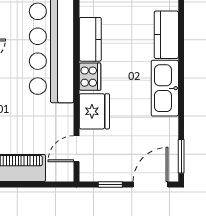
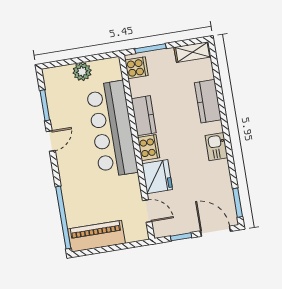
kitchen sink: (165, 88) -> (216, 147), width x0.53, depth x0.81
door: (76, 149) -> (147, 211), swing flipped
door: (151, 185) -> (215, 231), hinge flipped

